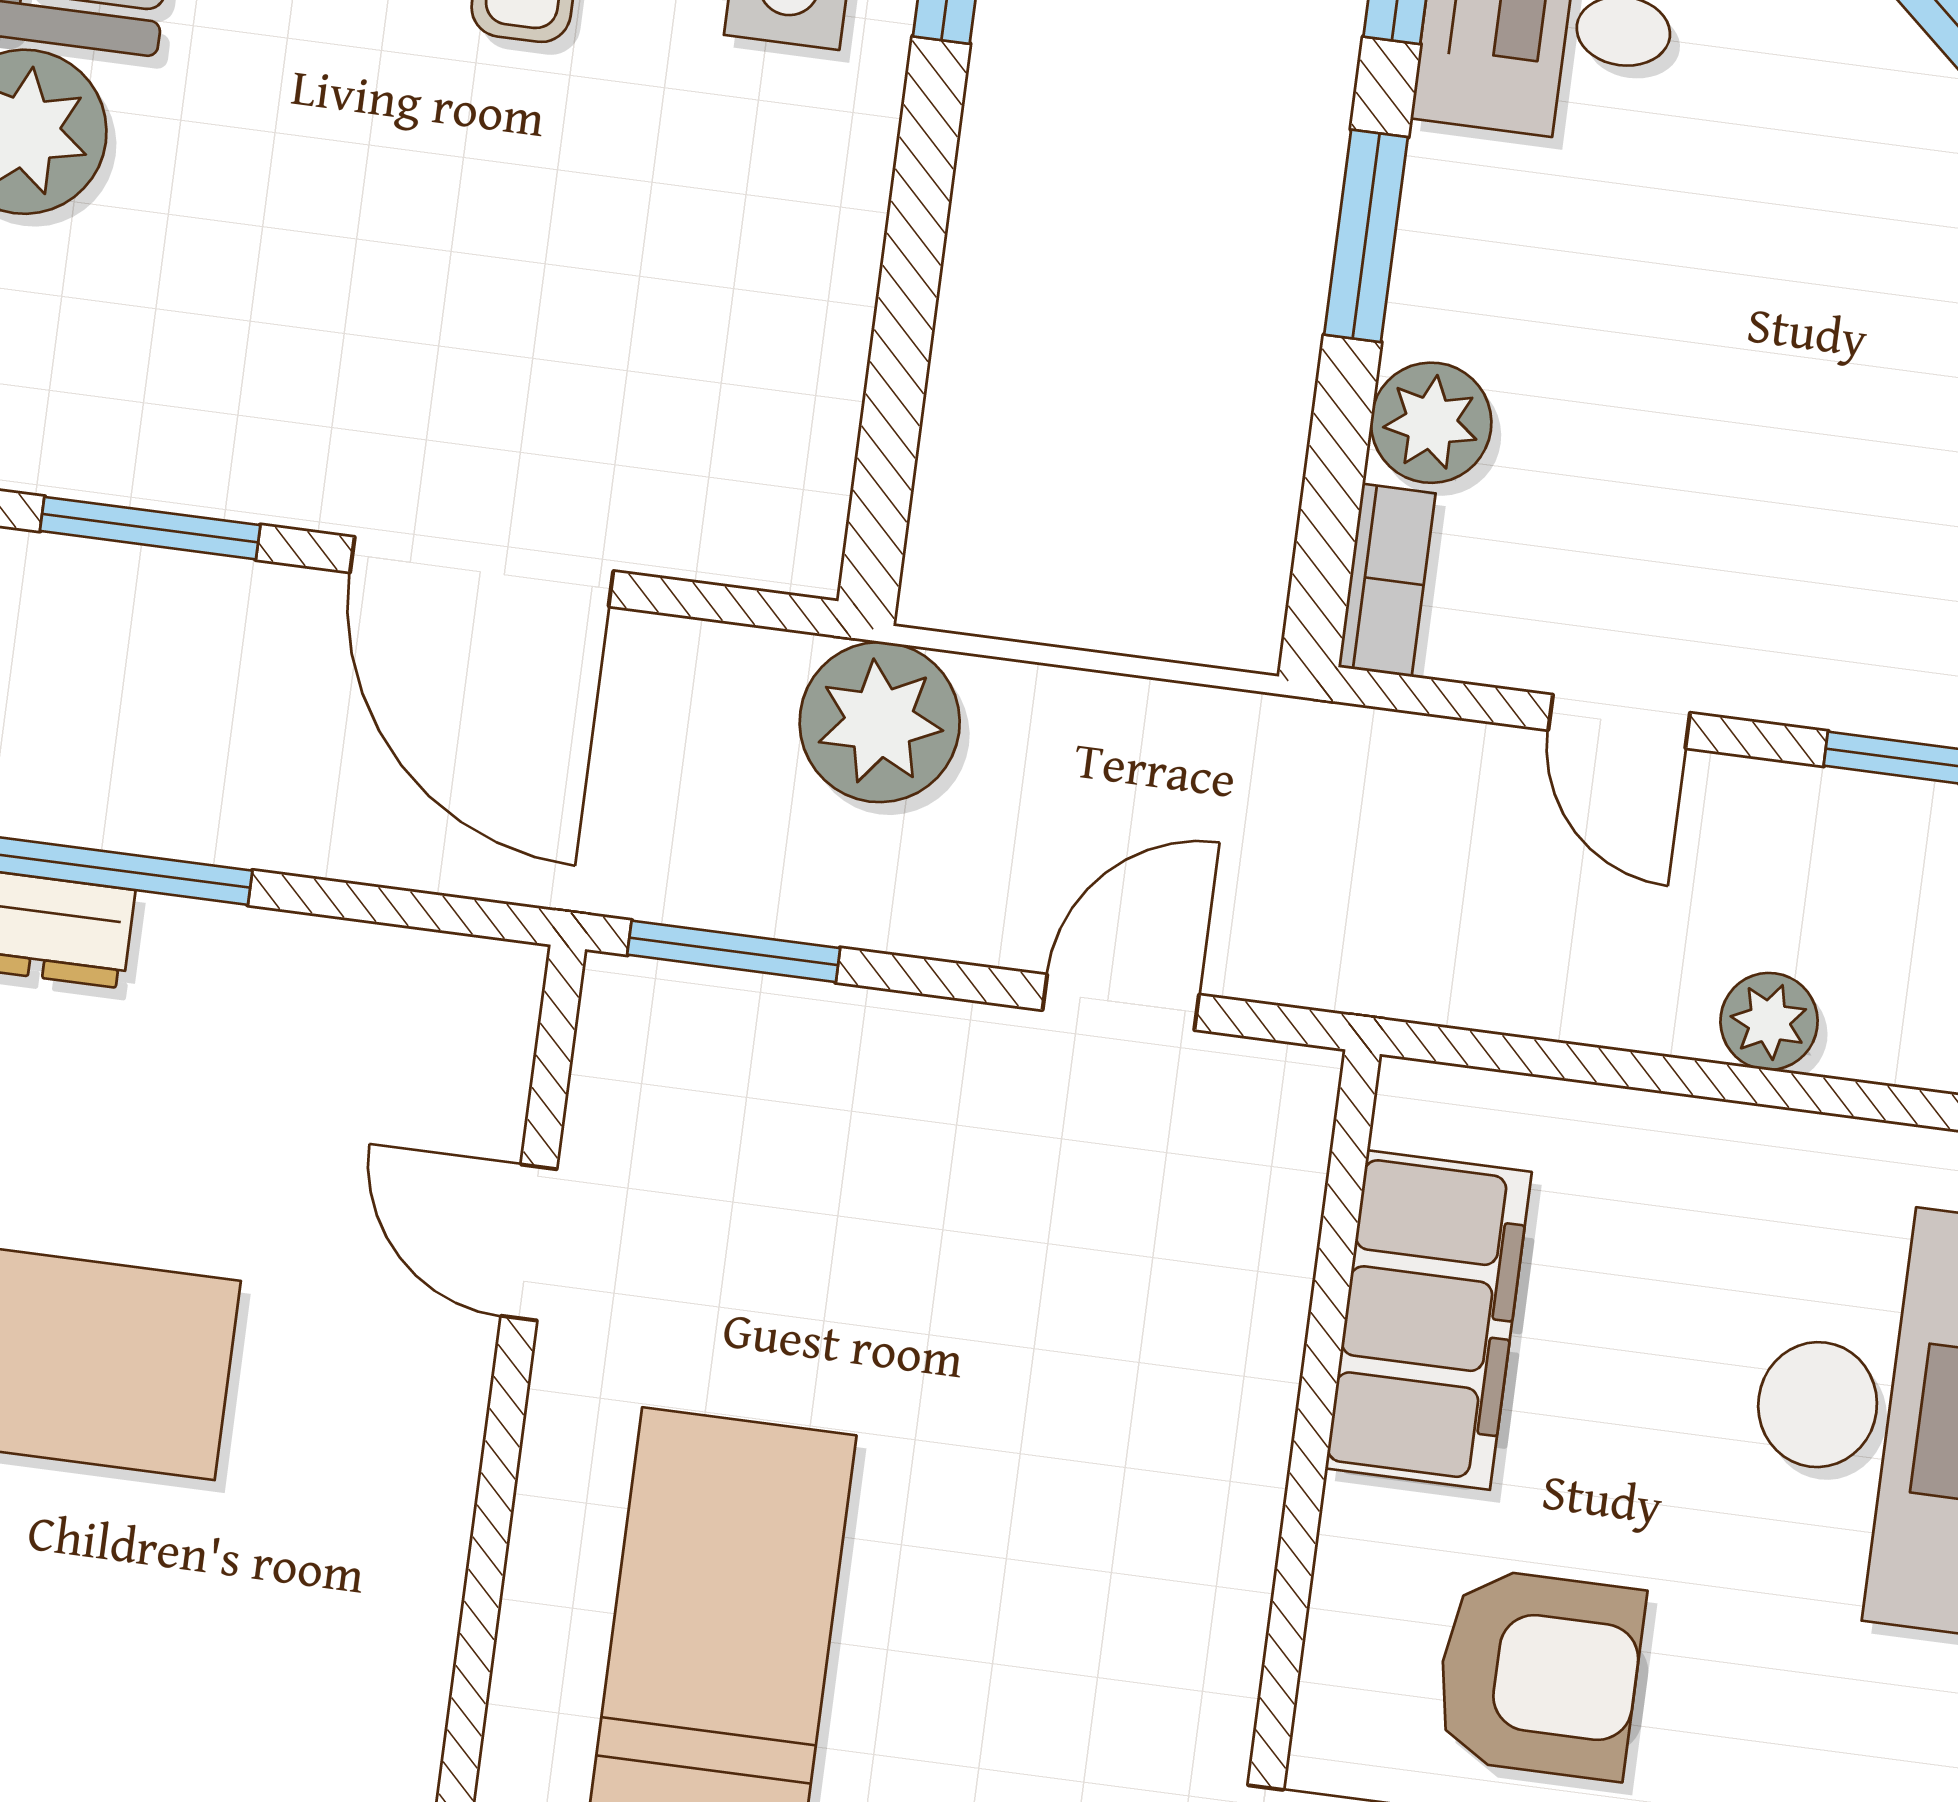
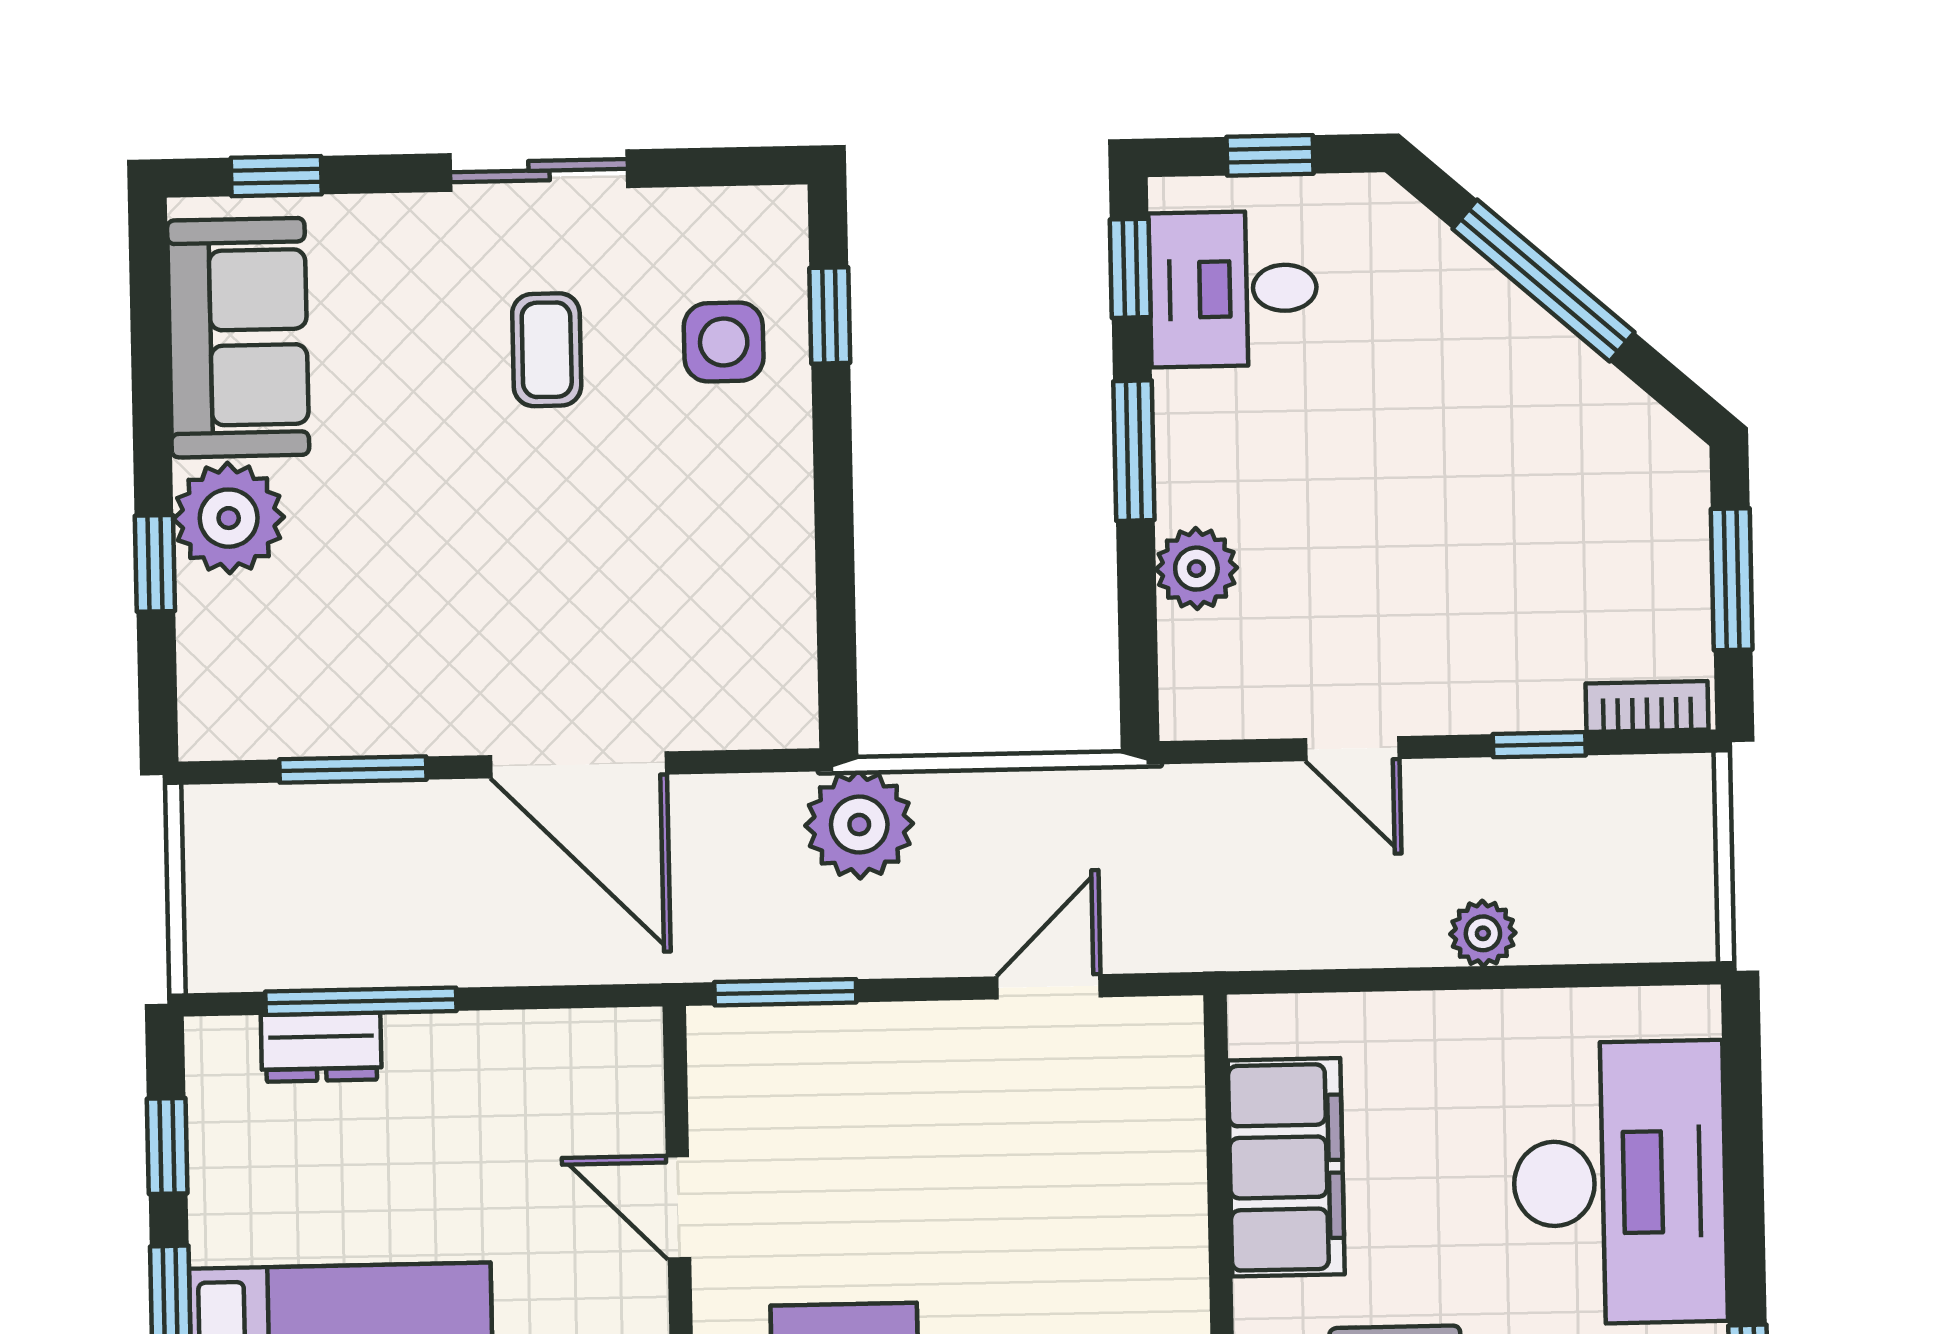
bookcase: (1387, 580) -> (1183, 678), removed

